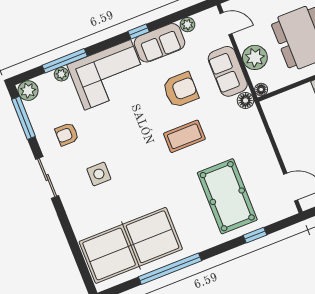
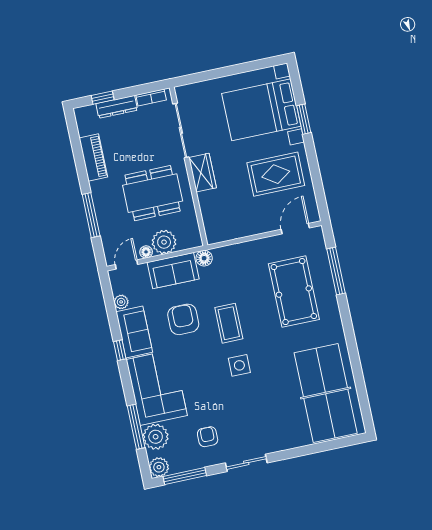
plant: (61, 74) -> (156, 437), width x1.88, depth x1.88
floor lamp: (261, 89) -> (146, 252), moved
armchair: (67, 134) -> (208, 437), turned 180
side table: (99, 174) -> (239, 365), moved
pool table: (227, 196) -> (294, 292), turned 90
window: (255, 235) -> (336, 271), width x2.17
window: (170, 269) -> (355, 359), removed

